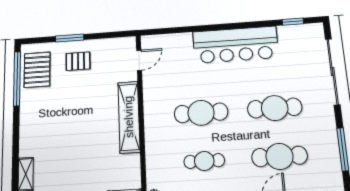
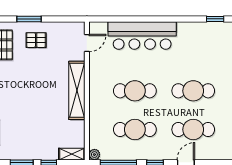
bar counter: (235, 45) -> (142, 35), moved
cafe table: (204, 161) -> (135, 130), width x1.37, depth x1.35

